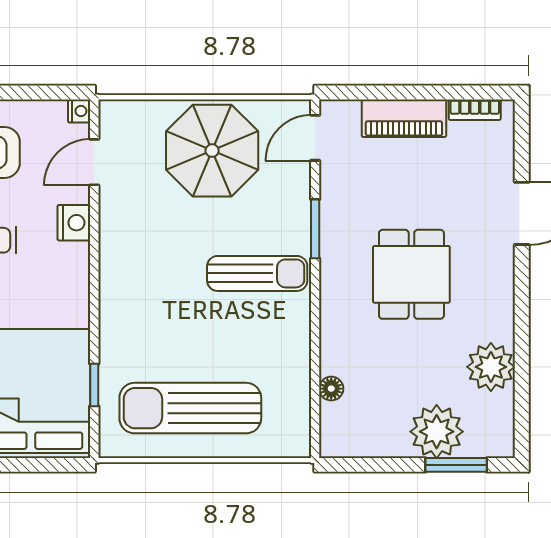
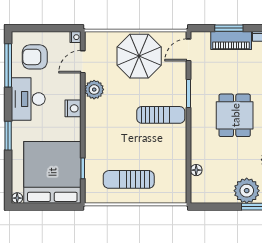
window: (399, 93) -> (229, 28), added
plant: (118, 220) -> (94, 90), added
nightstand: (74, 223) -> (73, 108), moved
sun lounger: (190, 408) -> (129, 179), width x0.73, depth x0.75

